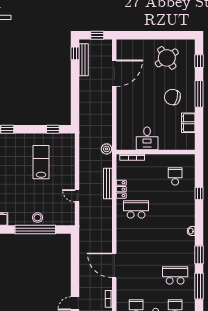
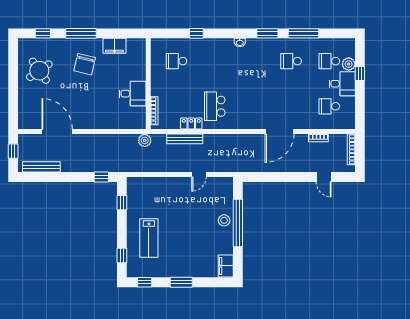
window: (75, 53) -> (101, 177), moved
lab bench: (41, 162) -> (149, 238), moved, turned -90
school desk: (175, 275) -> (291, 61), width x0.54

